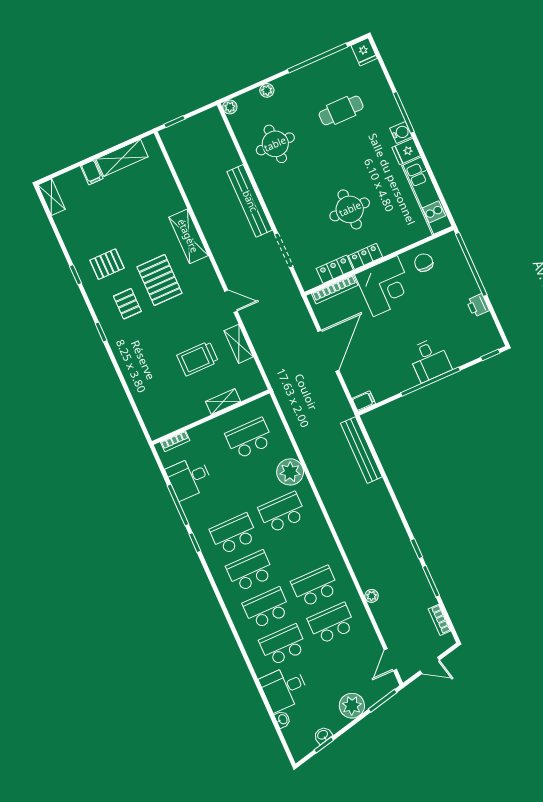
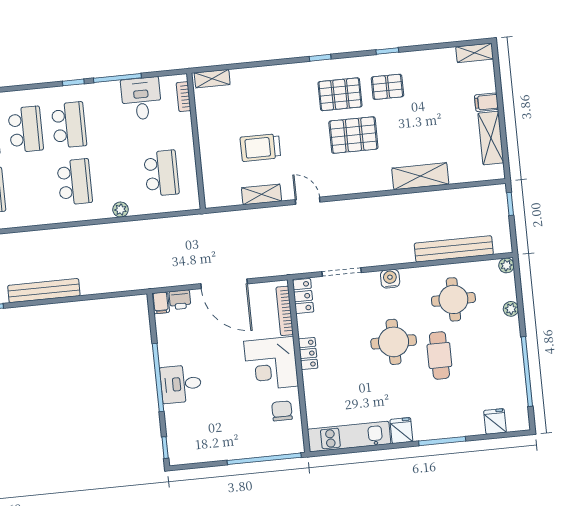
fridge: (364, 52) -> (495, 421), moved, turned 90
cafe table: (341, 110) -> (439, 355), moved
water cooler: (401, 132) -> (390, 279), moved, turned 180
bench: (250, 201) -> (454, 249), moved
round table: (350, 209) -> (394, 342), moved
shelving: (188, 236) -> (420, 176), moved
chair: (424, 263) -> (282, 411), turned -90
pallet: (107, 264) -> (387, 87), turned 90
locker: (335, 269) -> (303, 296), moved
door: (231, 301) -> (308, 201), swing flipped
pallet: (127, 304) -> (340, 94), width x1.50, depth x1.42
printer: (478, 305) -> (180, 300), moved, turned 180
trolley: (198, 359) -> (260, 148), turned -90
shelving: (223, 401) -> (212, 79), moved, turned 90
bench: (361, 450) -> (44, 291), moved
plant: (290, 472) -> (121, 210), width x0.53, depth x0.53

